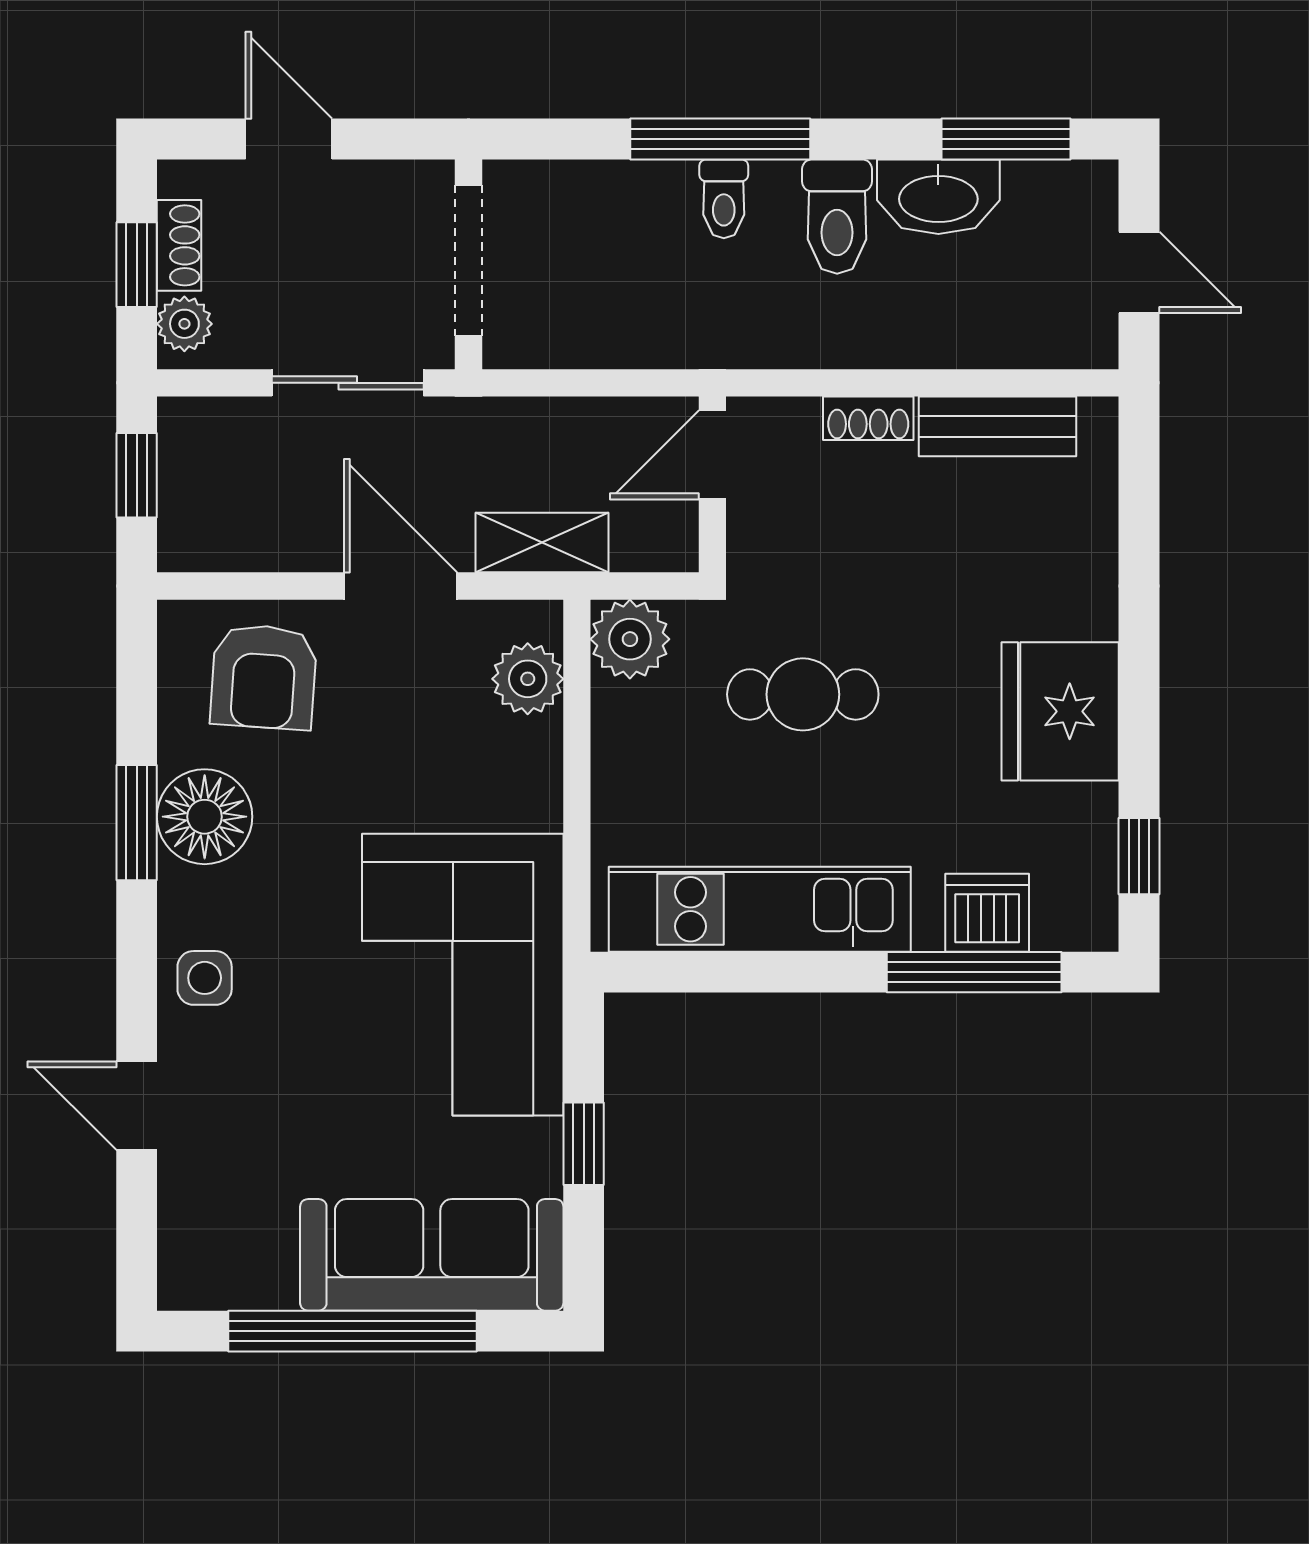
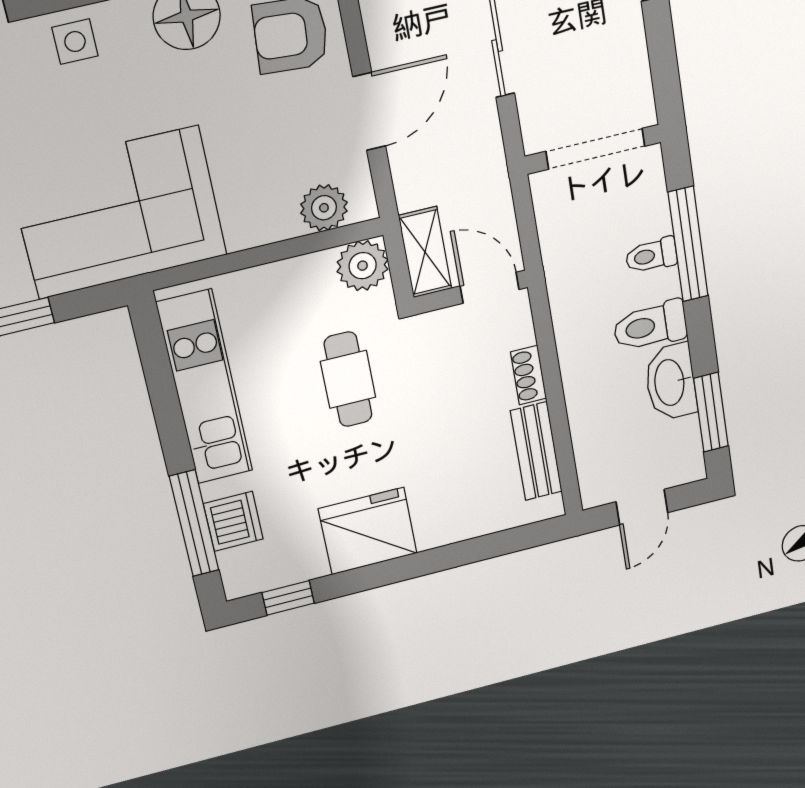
doorway: (469, 261) -> (595, 149), moved
wall: (469, 264) -> (593, 149), moved
shelving: (542, 543) -> (425, 252), moved

